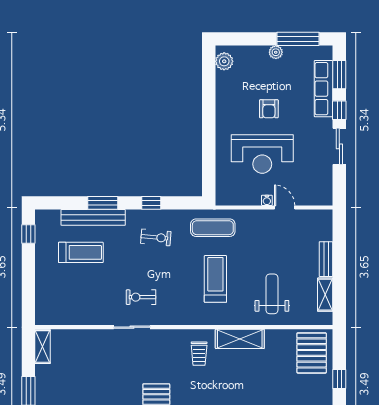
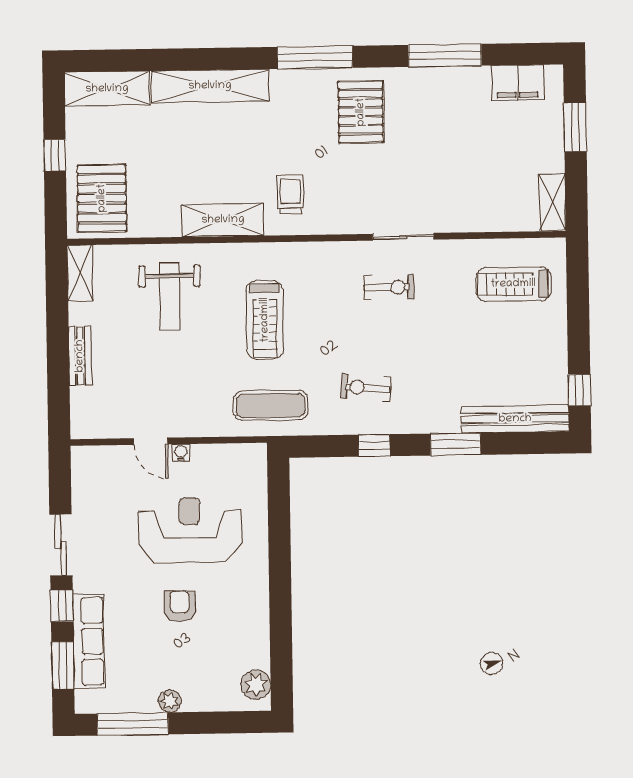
bench: (93, 217) -> (515, 419), moved
treadmill: (81, 252) -> (513, 284), moved
shelving: (325, 295) -> (80, 273), moved

